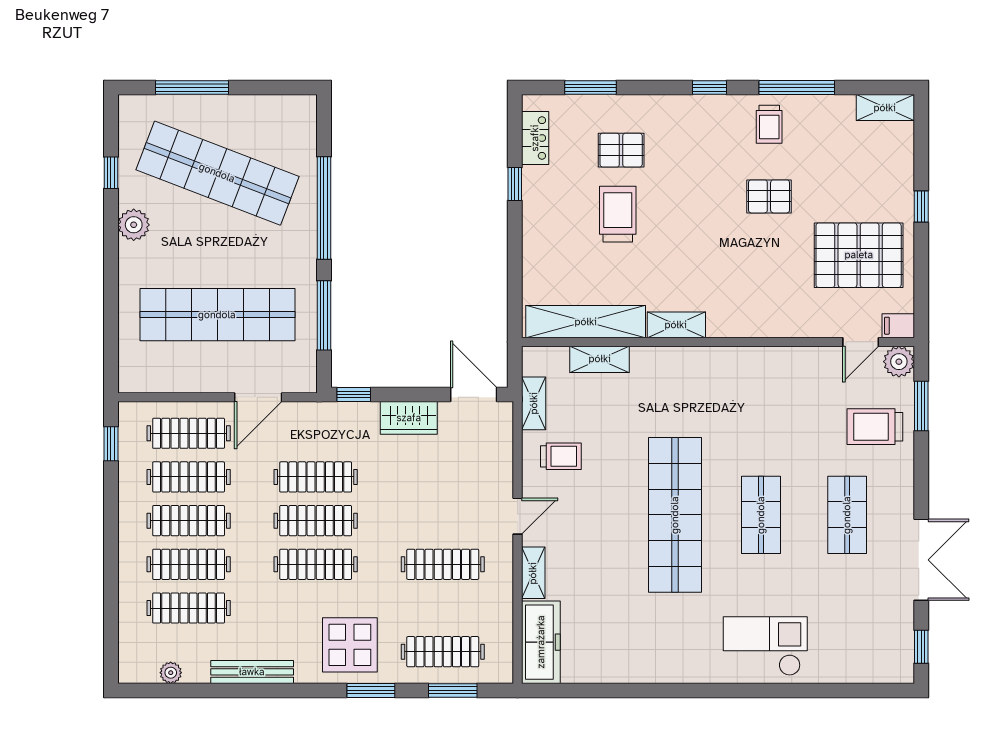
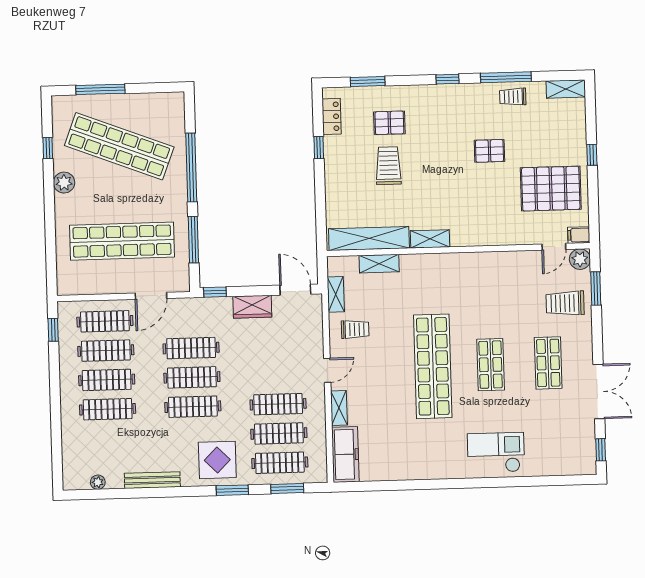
trolley: (769, 124) -> (513, 97), moved, turned 90
clothes rail: (189, 608) -> (279, 433), moved

